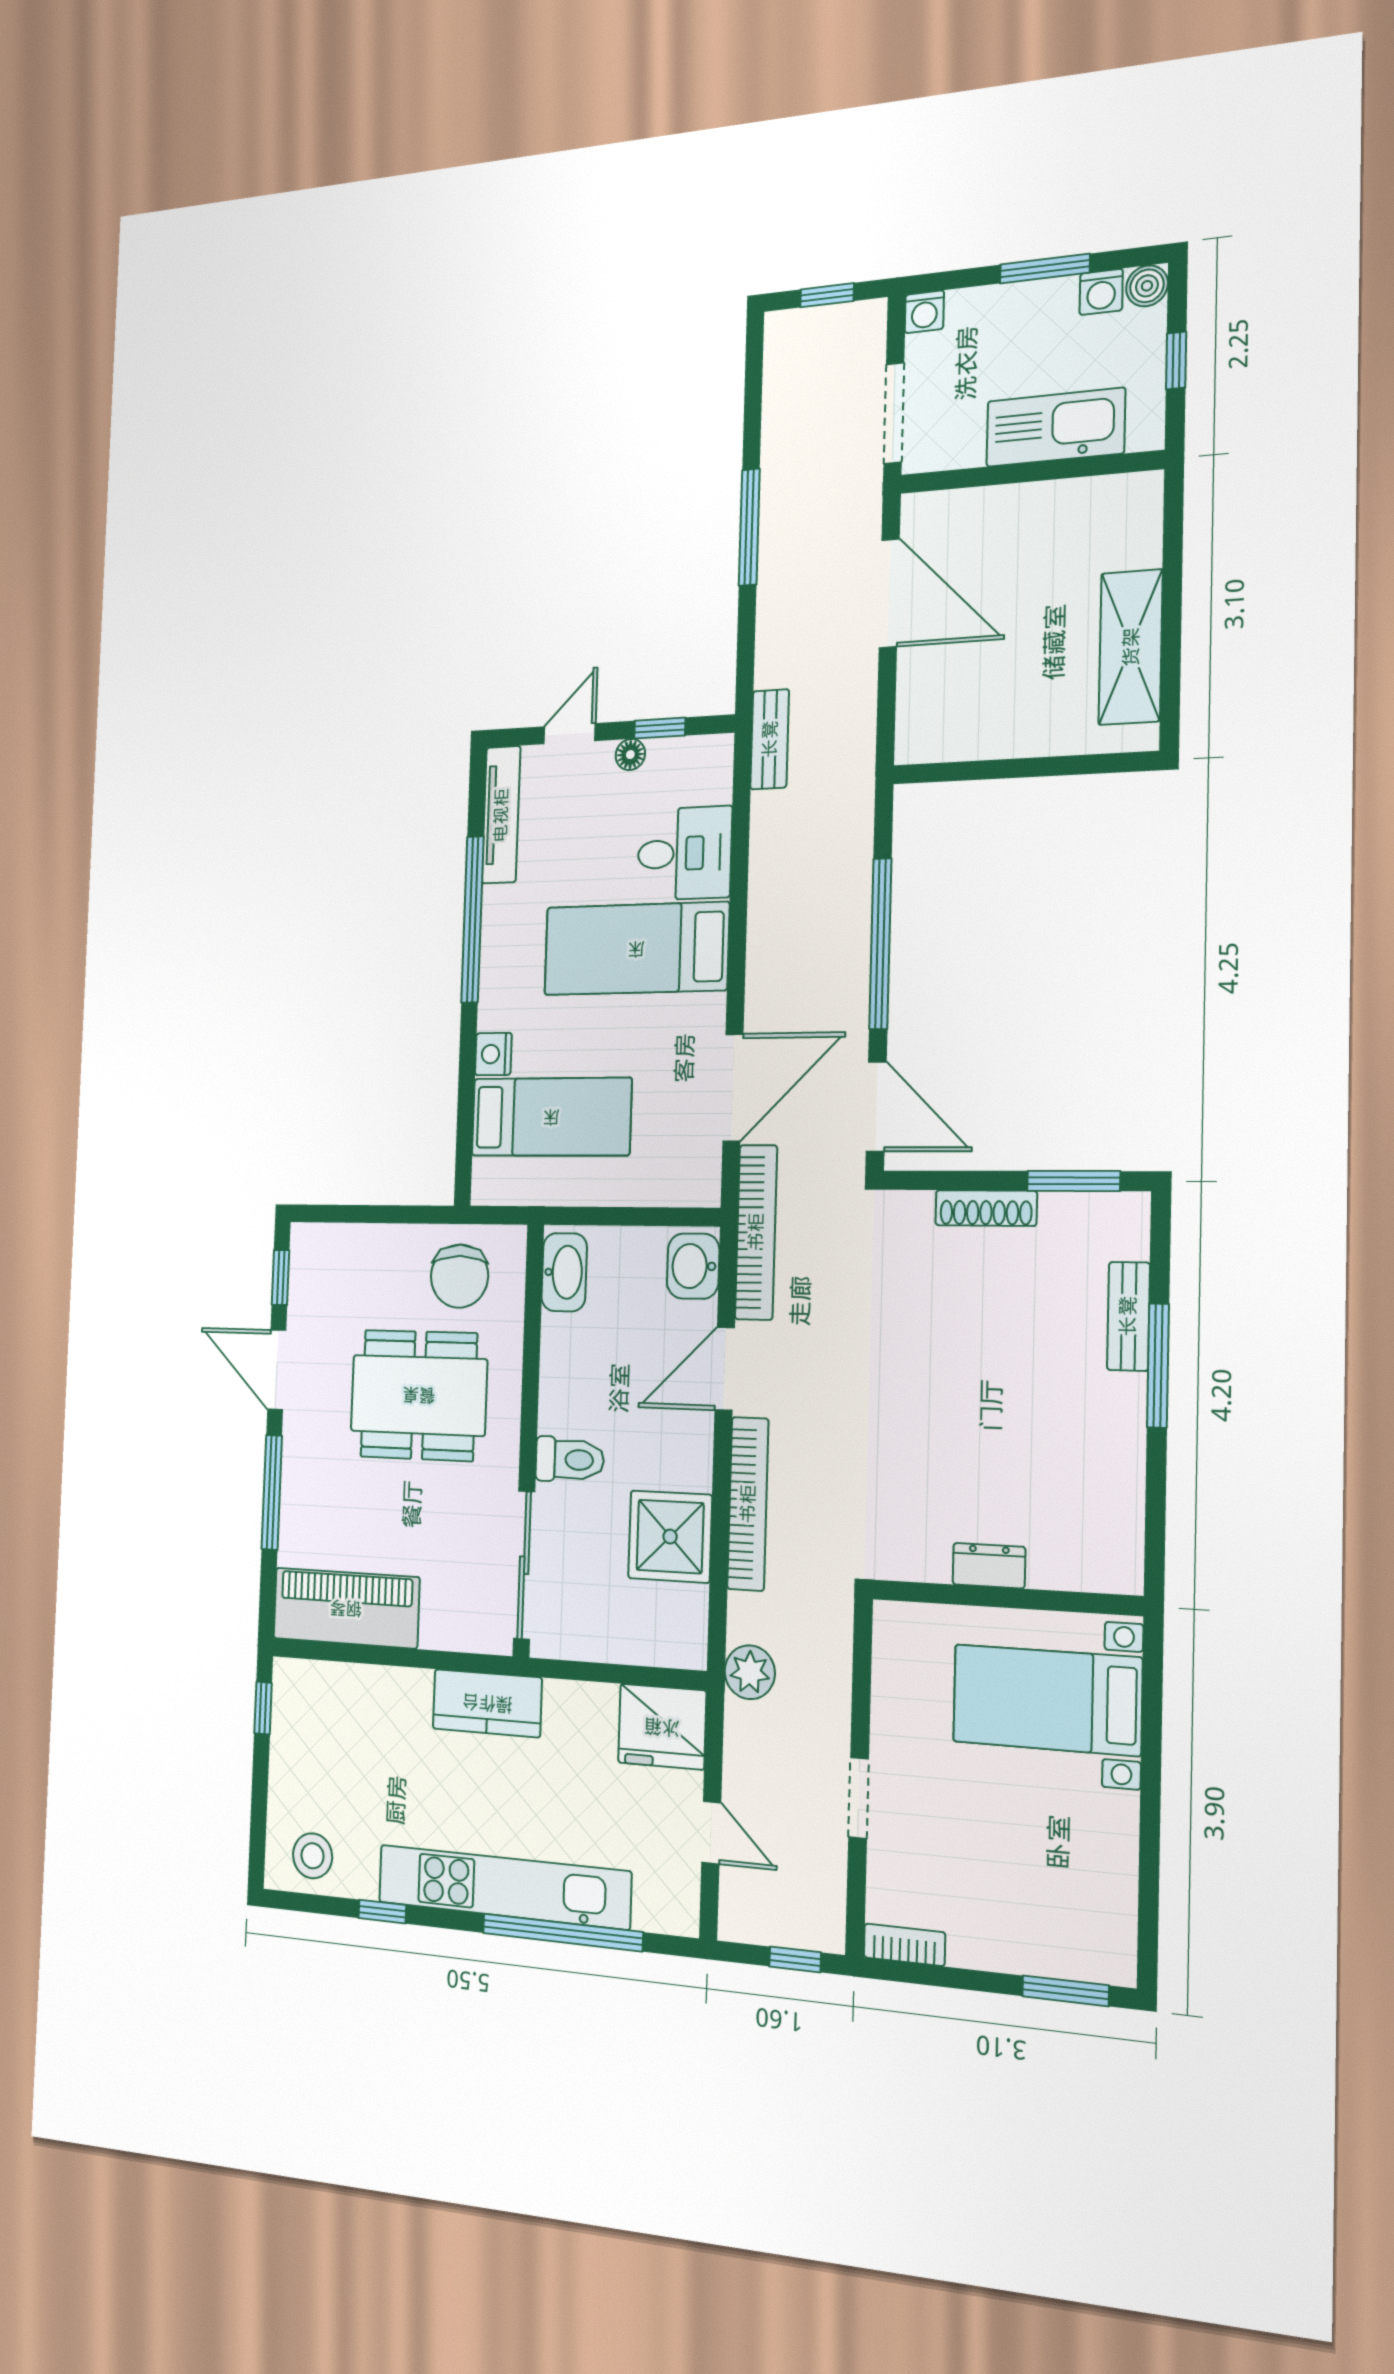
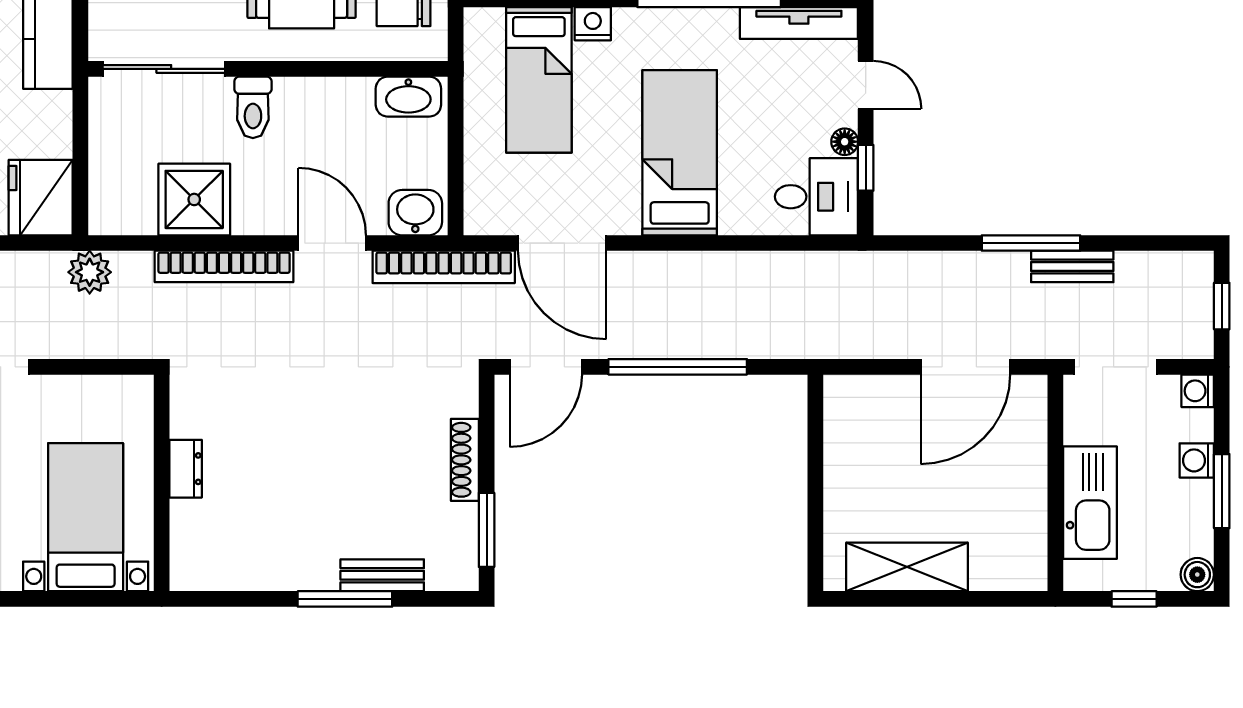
washing machine: (1101, 292) -> (1197, 460), moved
bench: (770, 739) -> (1072, 266), moved
desk: (684, 853) -> (816, 197), moved, turned -90

